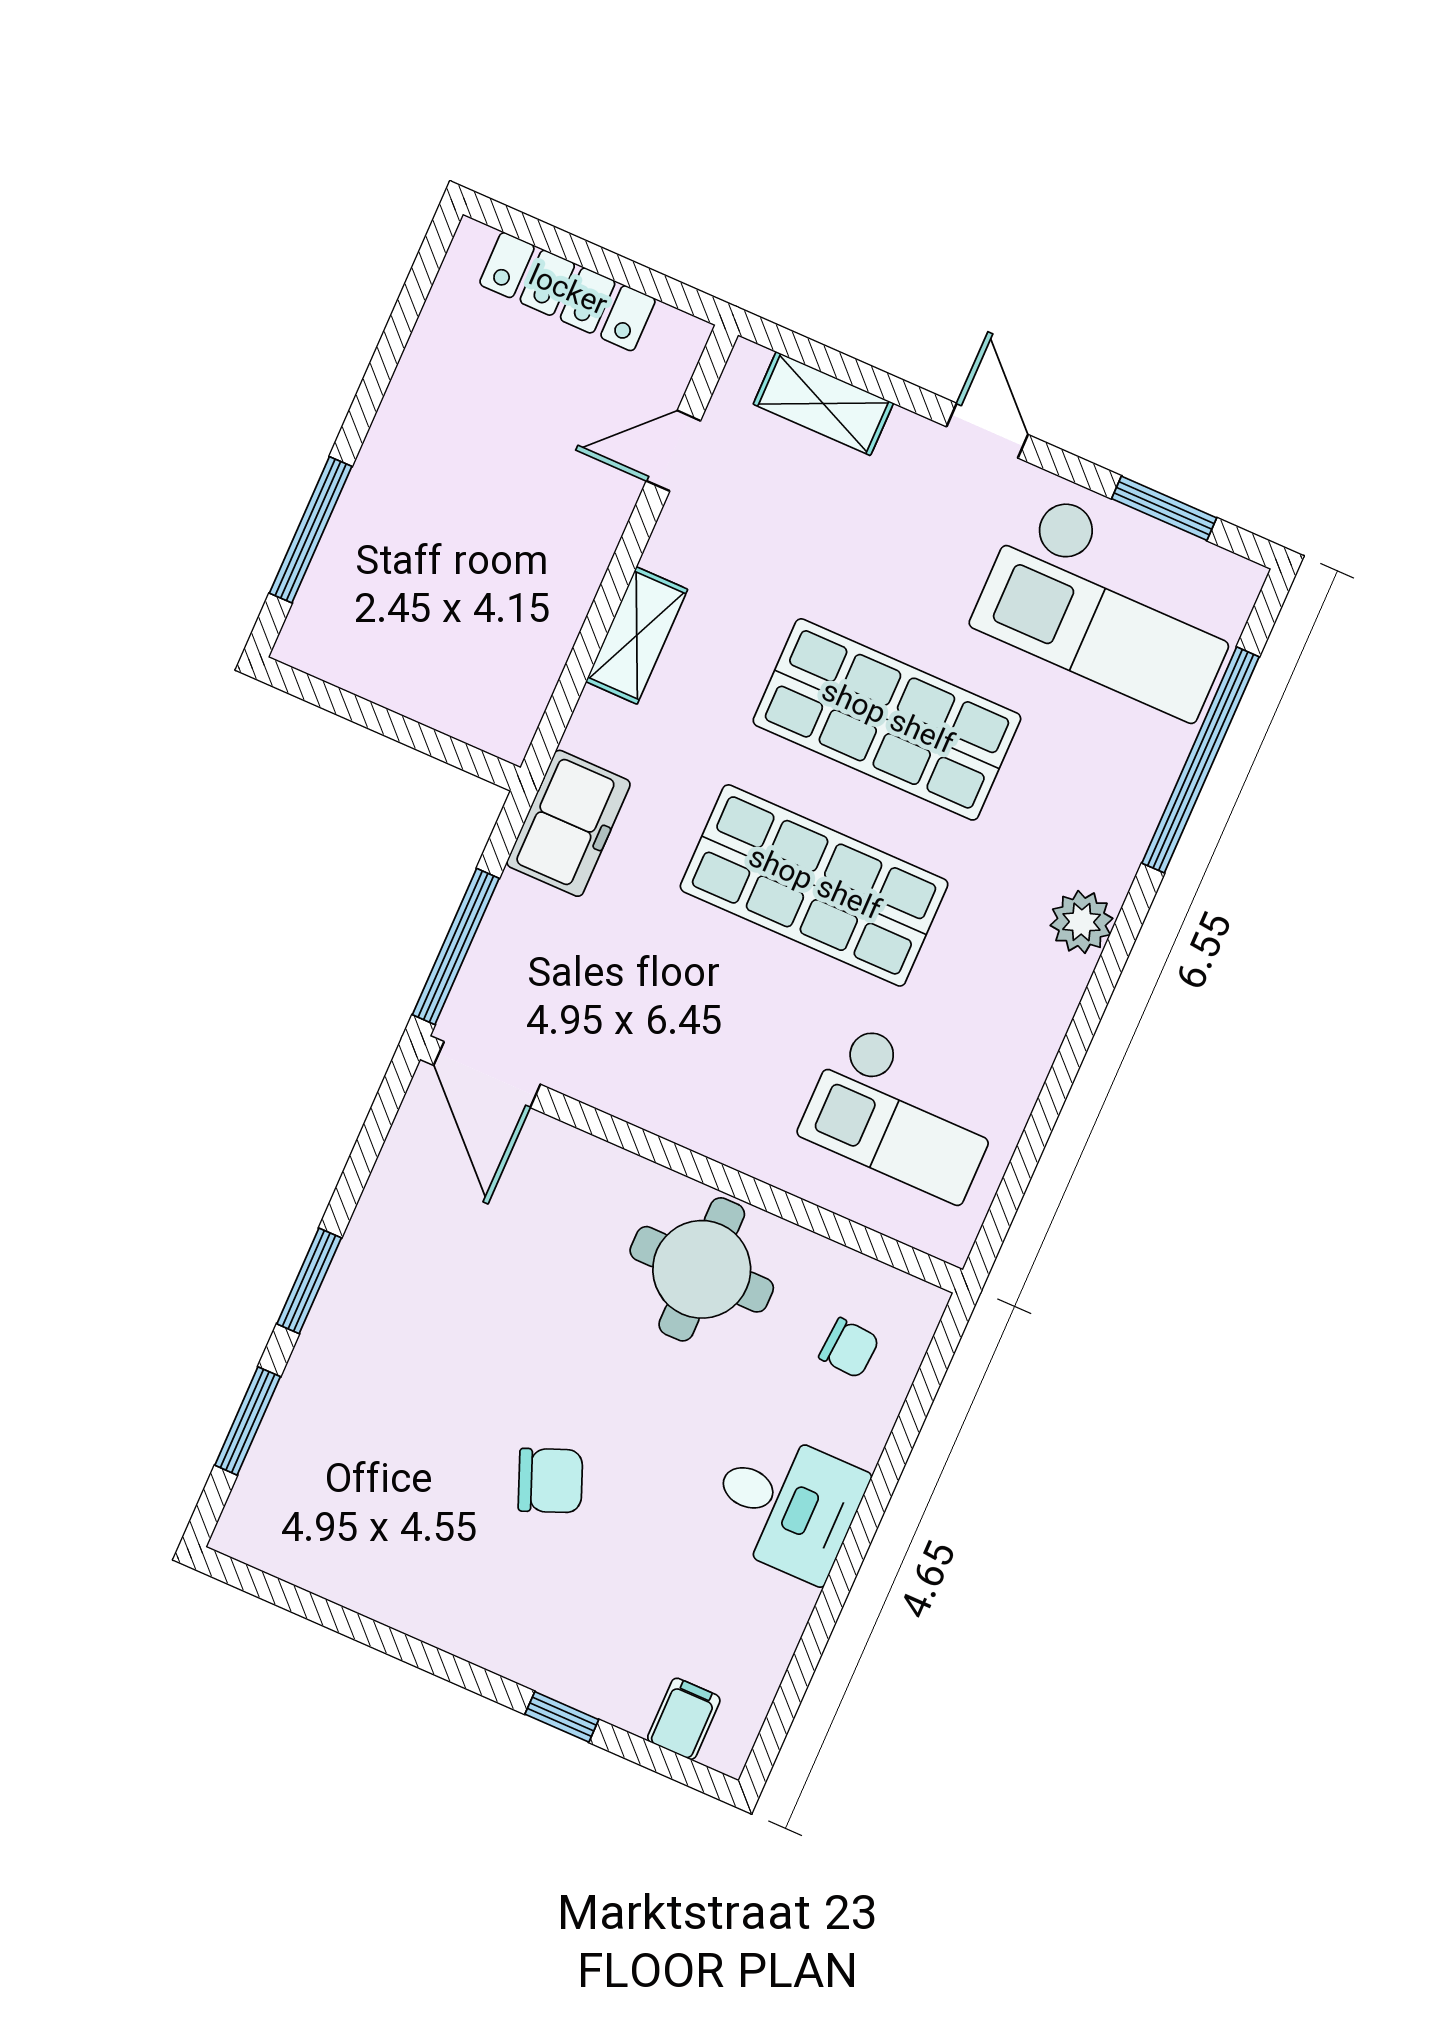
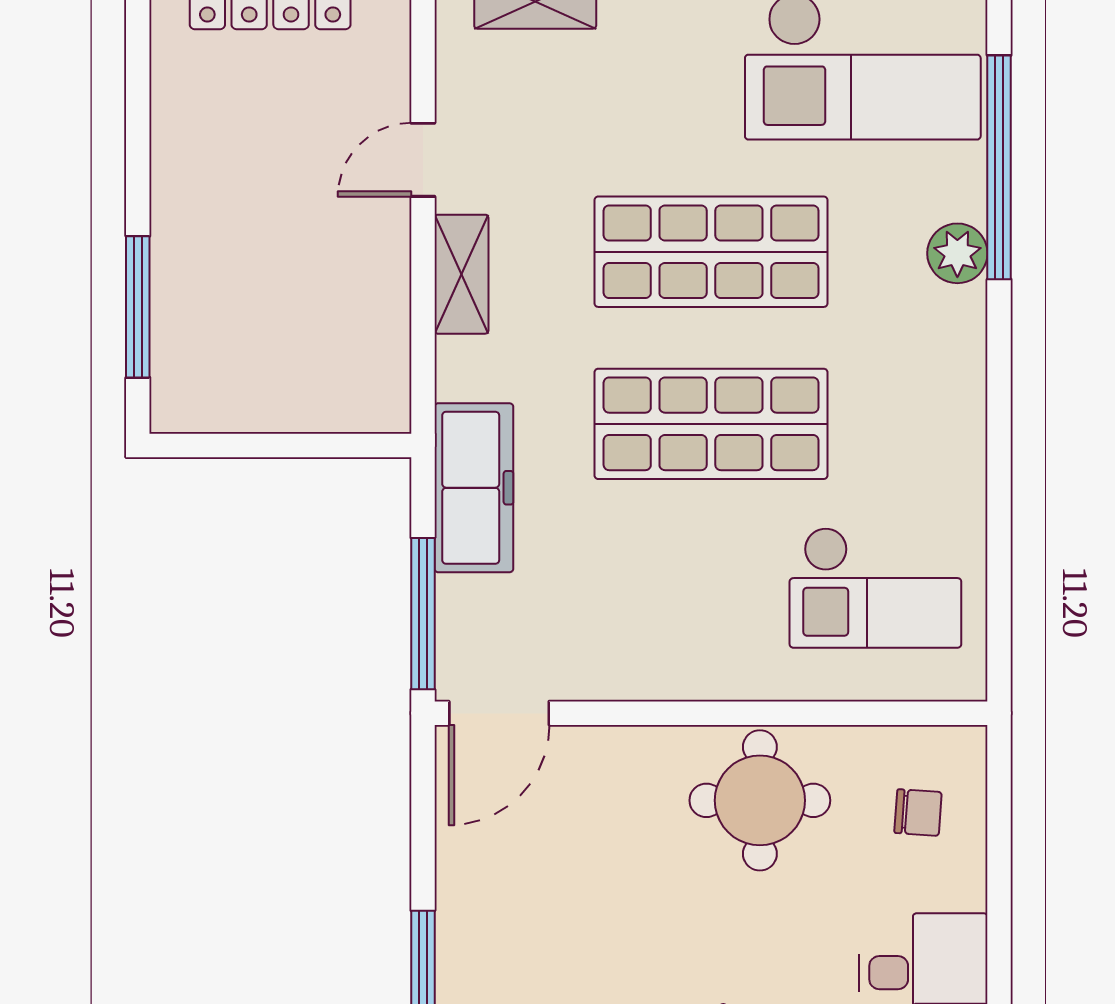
door: (673, 451) -> (423, 160), moved
freezer: (568, 823) -> (474, 488), width x1.40
plant: (1082, 922) -> (957, 253), moved
door: (487, 1075) -> (499, 713), hinge flipped

